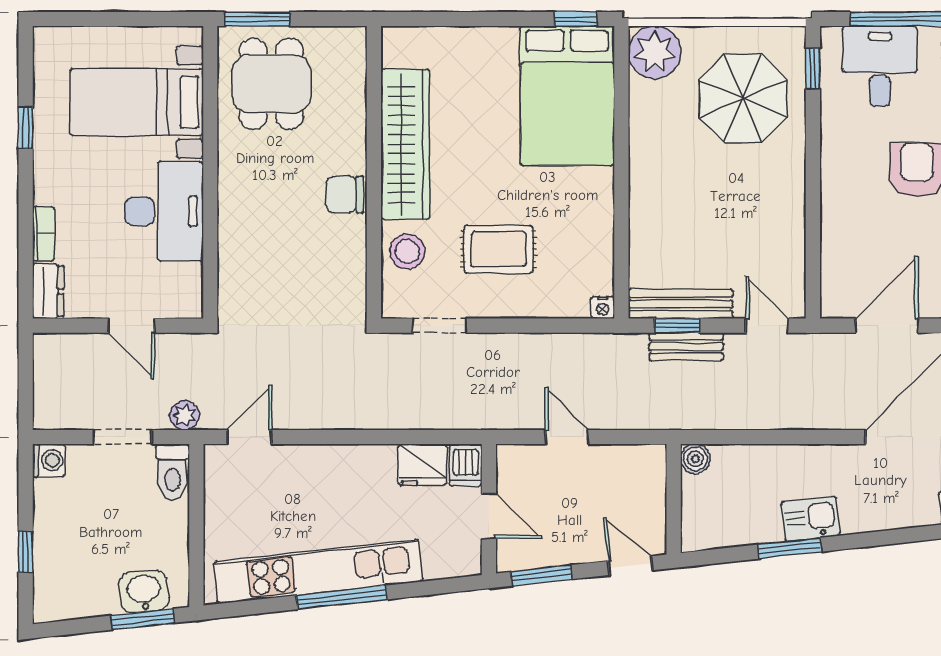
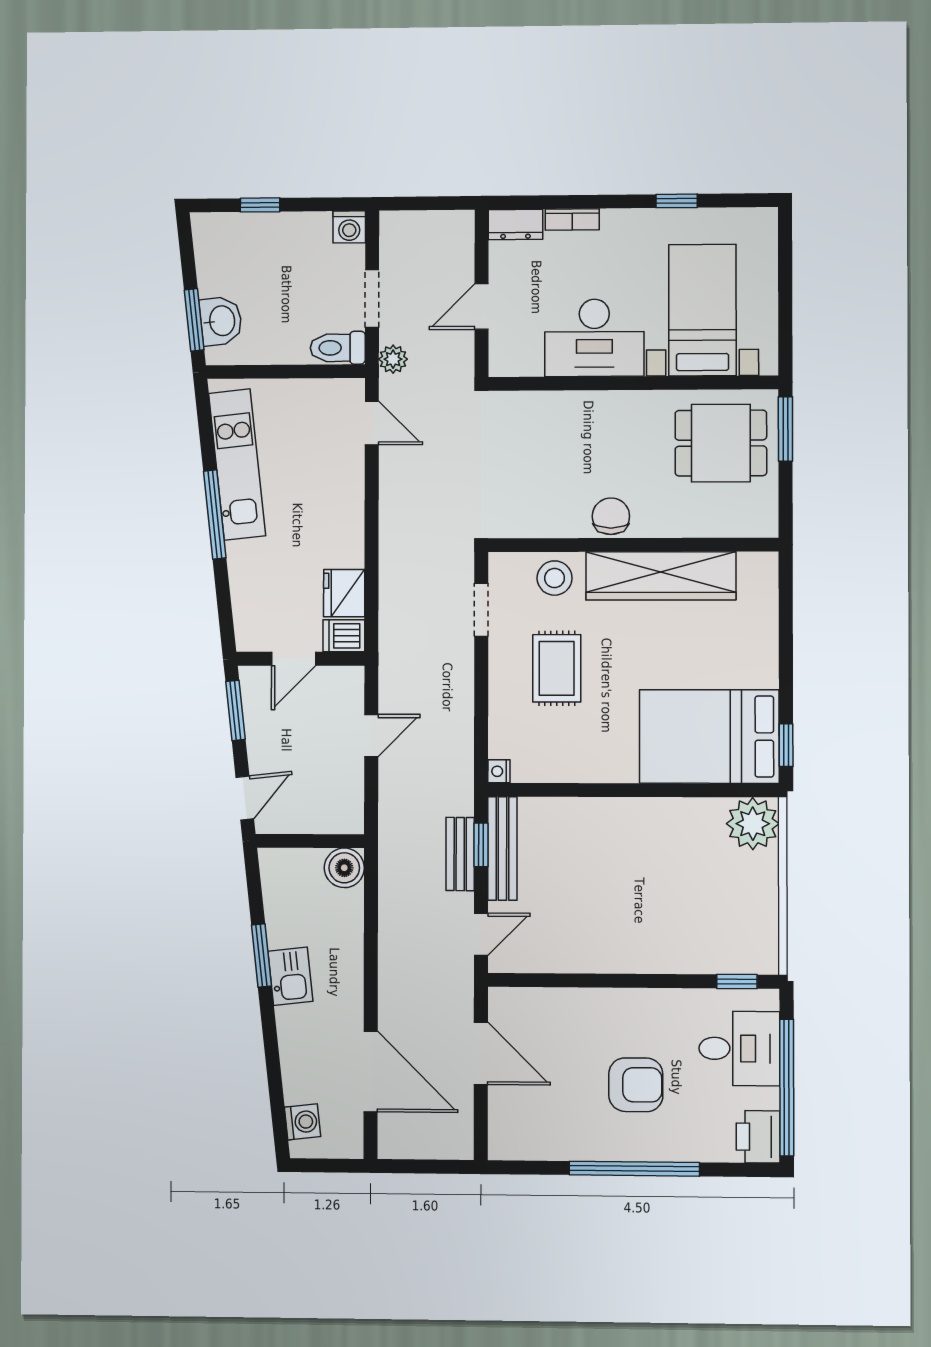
parasol: (743, 98) -> (707, 912), removed
boiler: (695, 459) -> (344, 868), width x1.36, depth x1.36
kitchen unit: (318, 572) -> (237, 465), width x0.73

